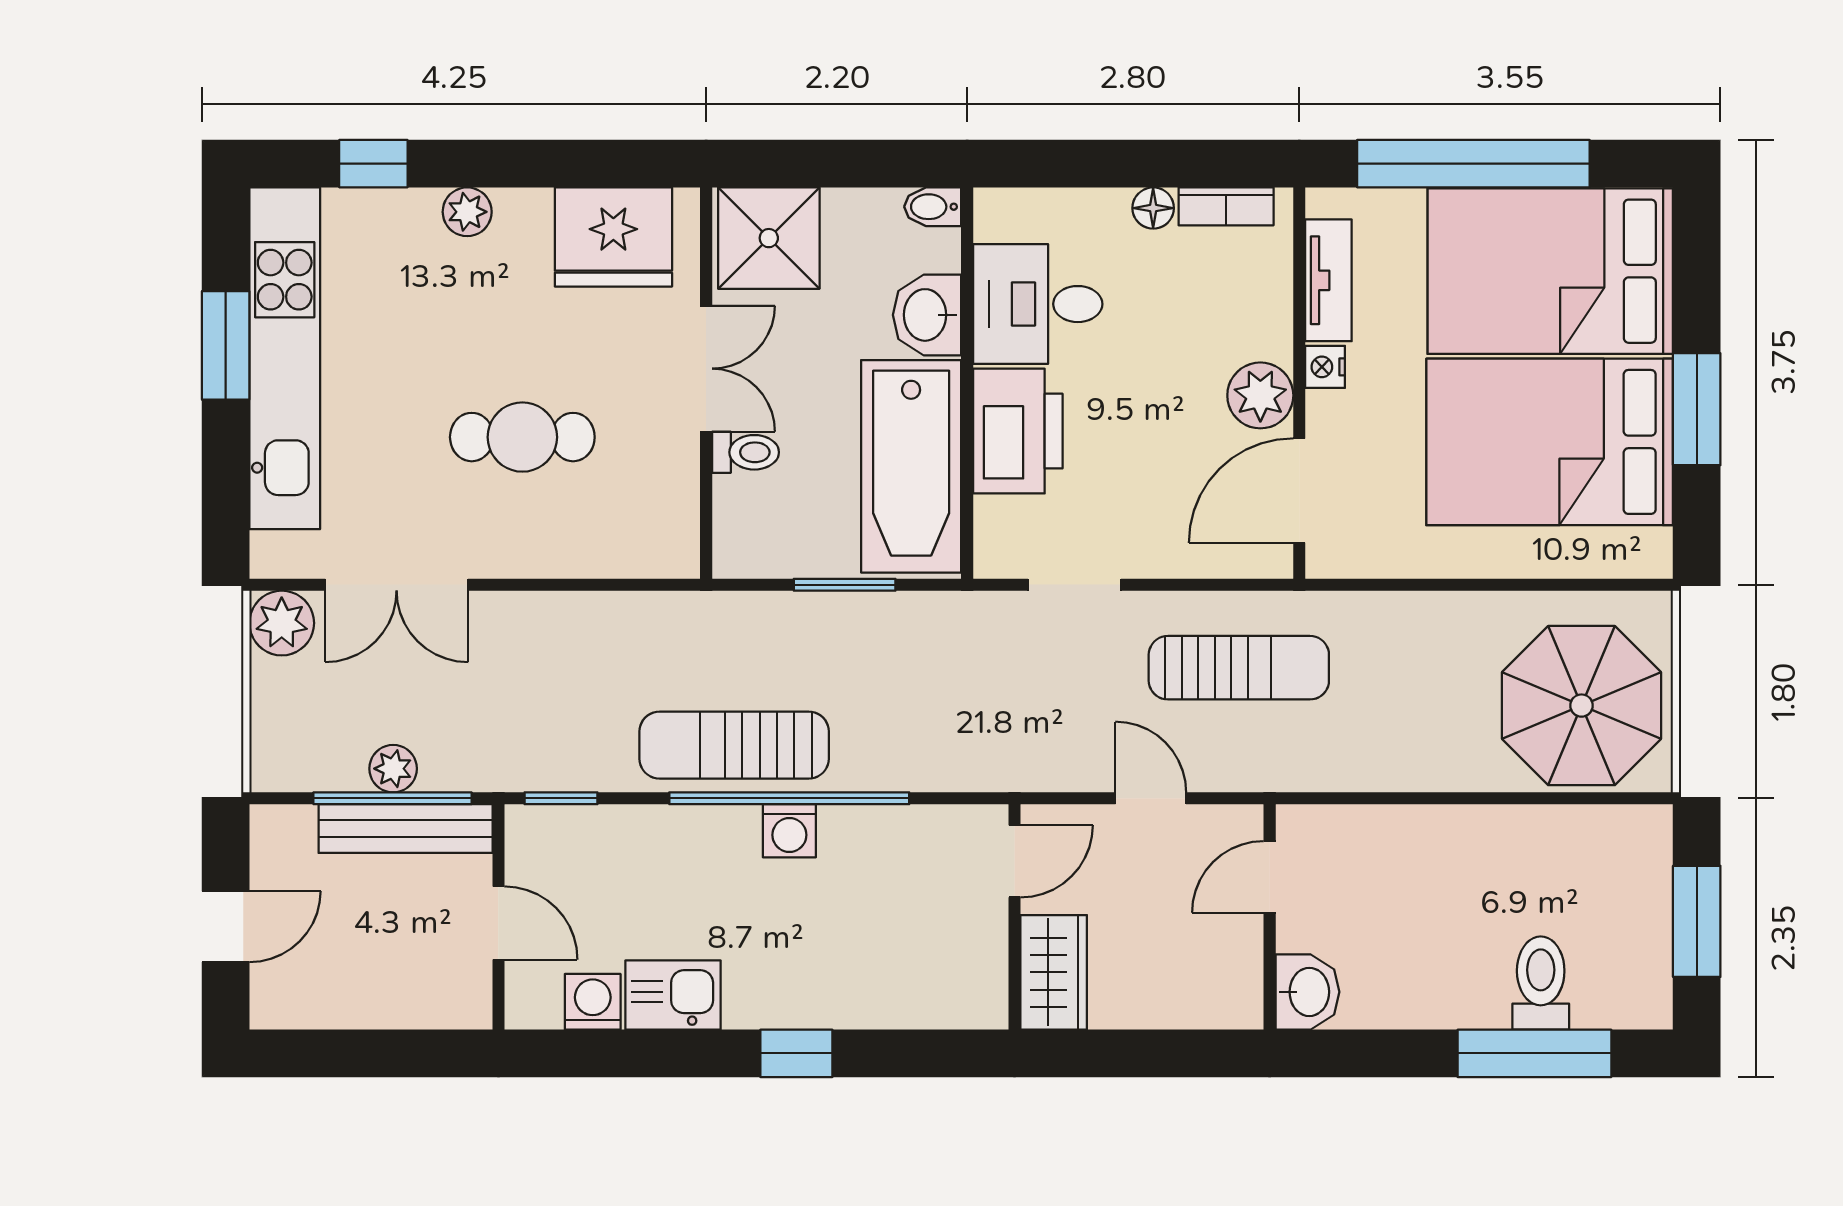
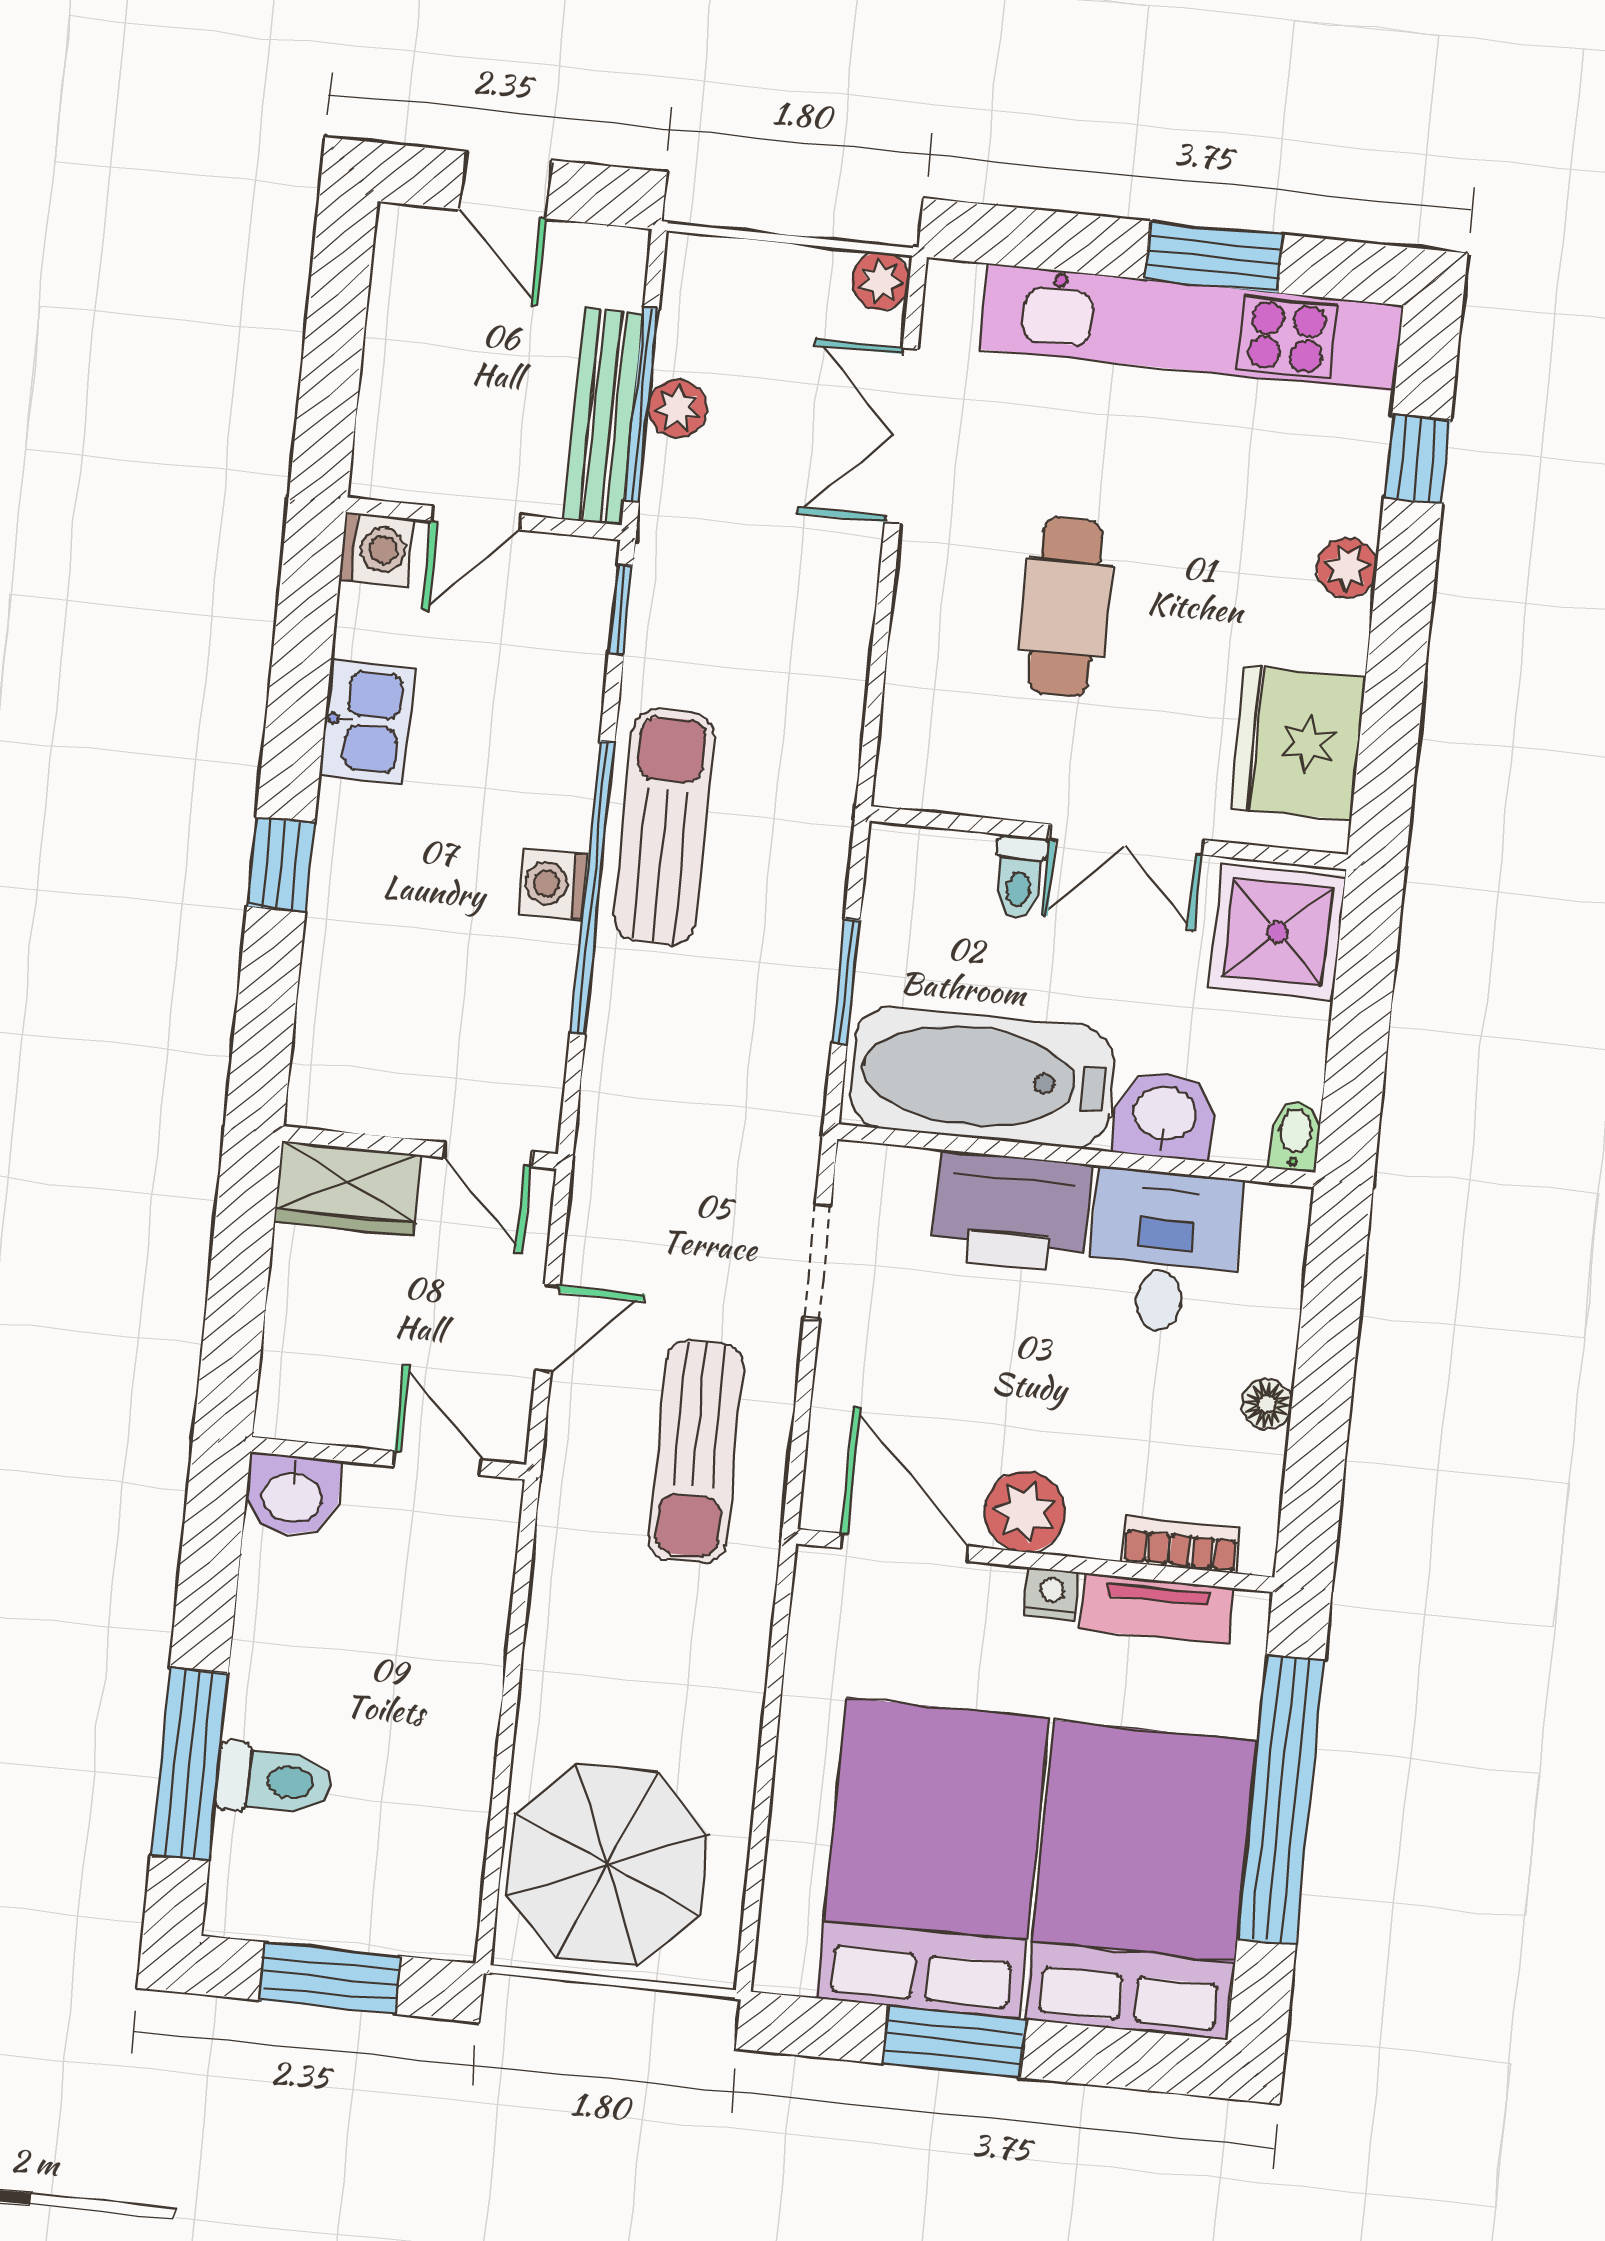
bookcase: (1226, 206) -> (1181, 1545), moved, turned 90
plant: (282, 623) -> (881, 281), width x0.73, depth x0.73
washing machine: (593, 1002) -> (376, 549), moved

